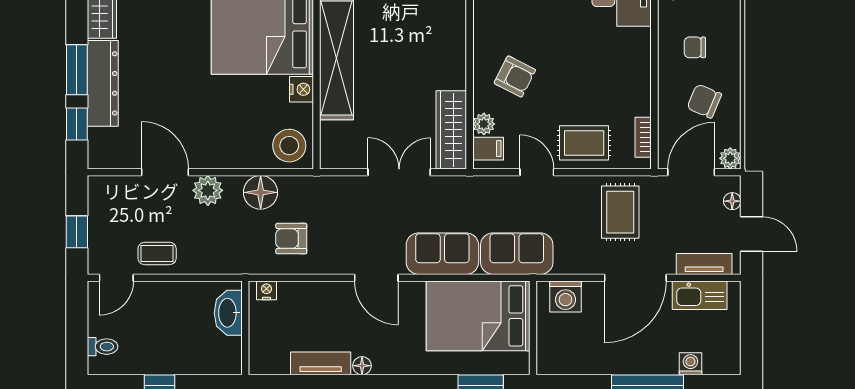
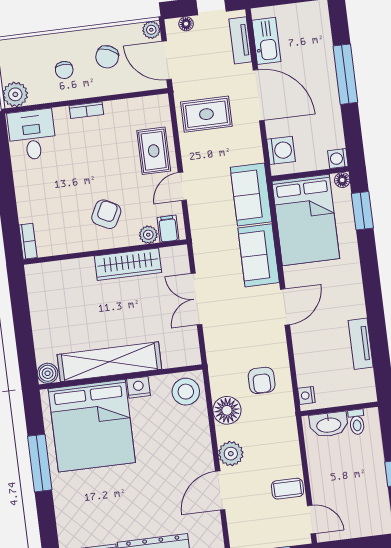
wardrobe: (451, 130) -> (128, 264), moved
bookcase: (643, 137) -> (86, 110), moved
coffee table: (157, 253) -> (287, 489), turned 90
toilet: (103, 347) -> (357, 422), moved, turned 180
washing machine: (690, 364) -> (338, 158), moved
floor lamp: (362, 366) -> (342, 180), moved

